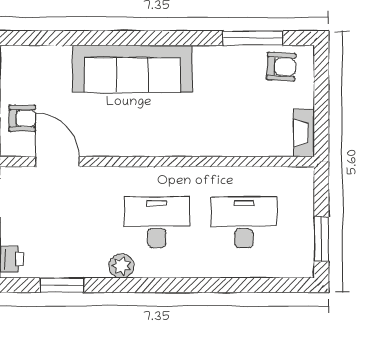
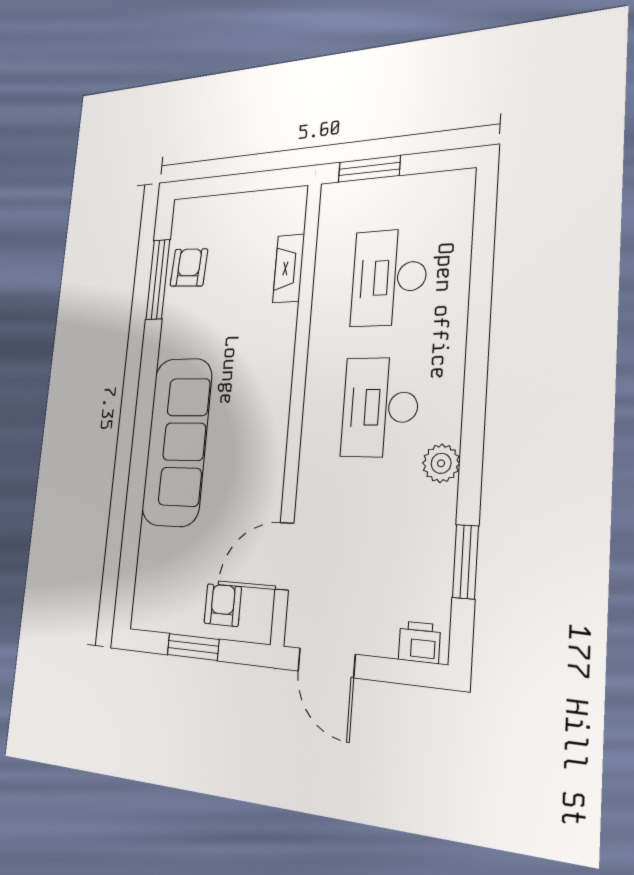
armchair: (281, 67) -> (189, 268), moved
fireplace: (304, 133) -> (289, 268), moved, turned 90
window: (321, 239) -> (369, 169), moved

